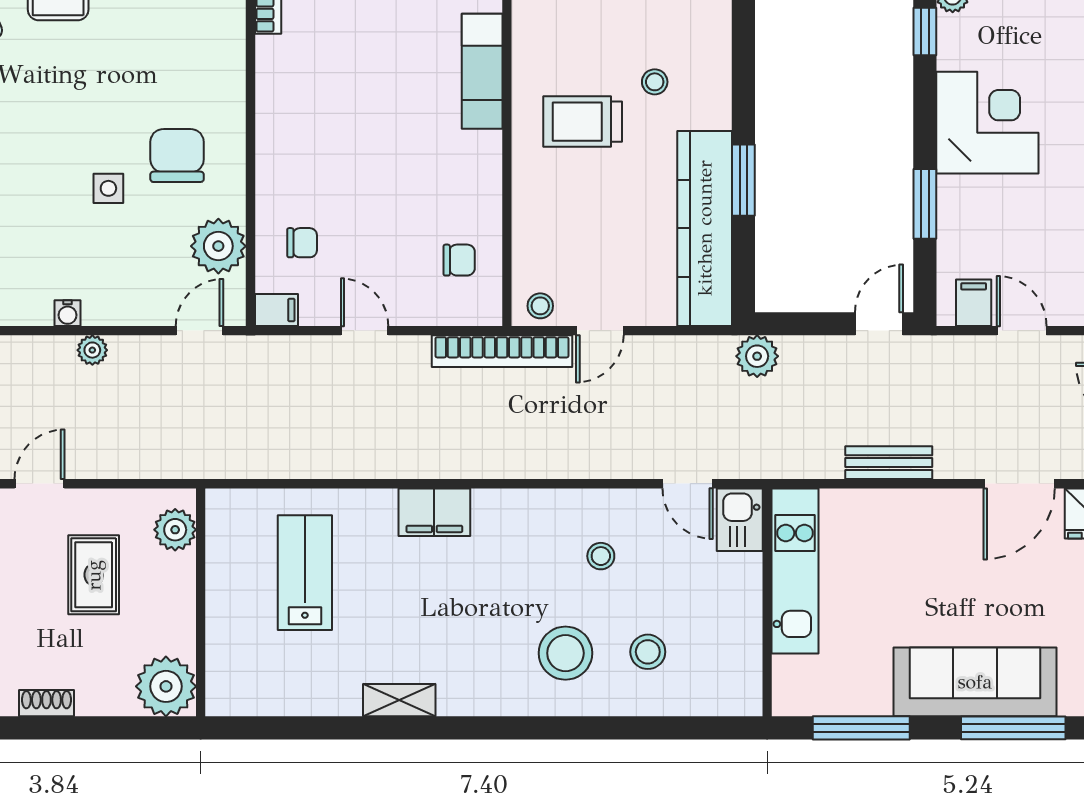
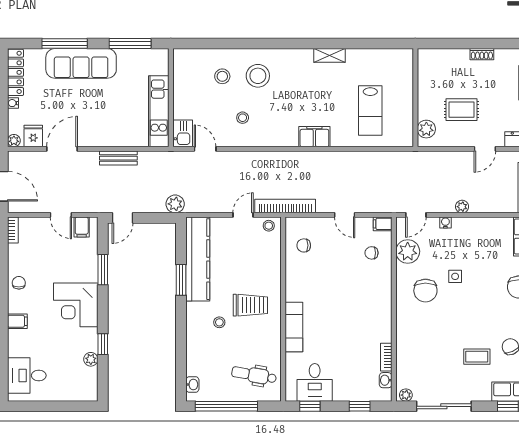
water cooler: (68, 313) -> (445, 223), moved
rug: (94, 575) -> (461, 110), turned 90
plant: (166, 686) -> (430, 61), removed

